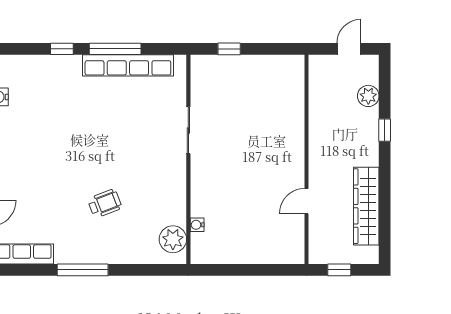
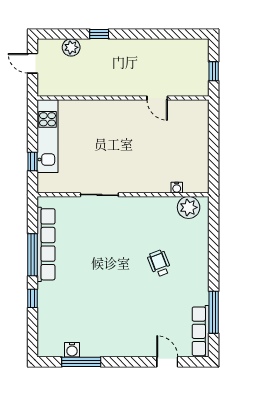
kitchen unit: (260, 67) -> (48, 136), added
wardrobe: (366, 206) -> (161, 49), removed
window: (83, 270) -> (214, 312), moved

